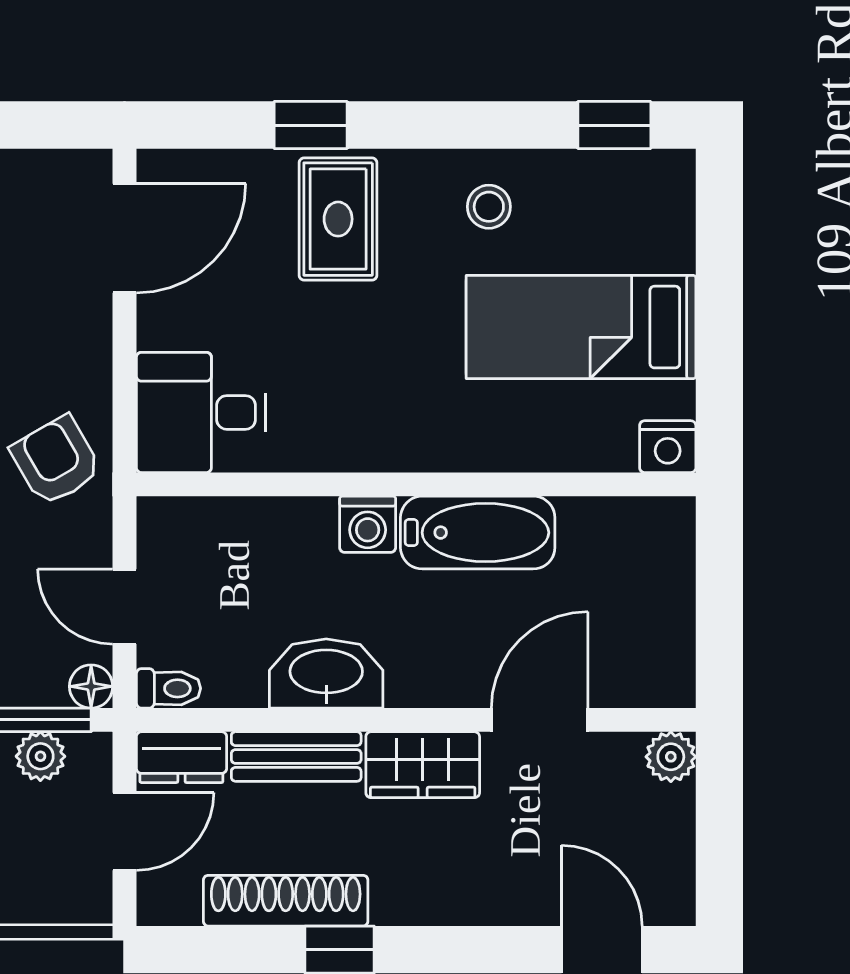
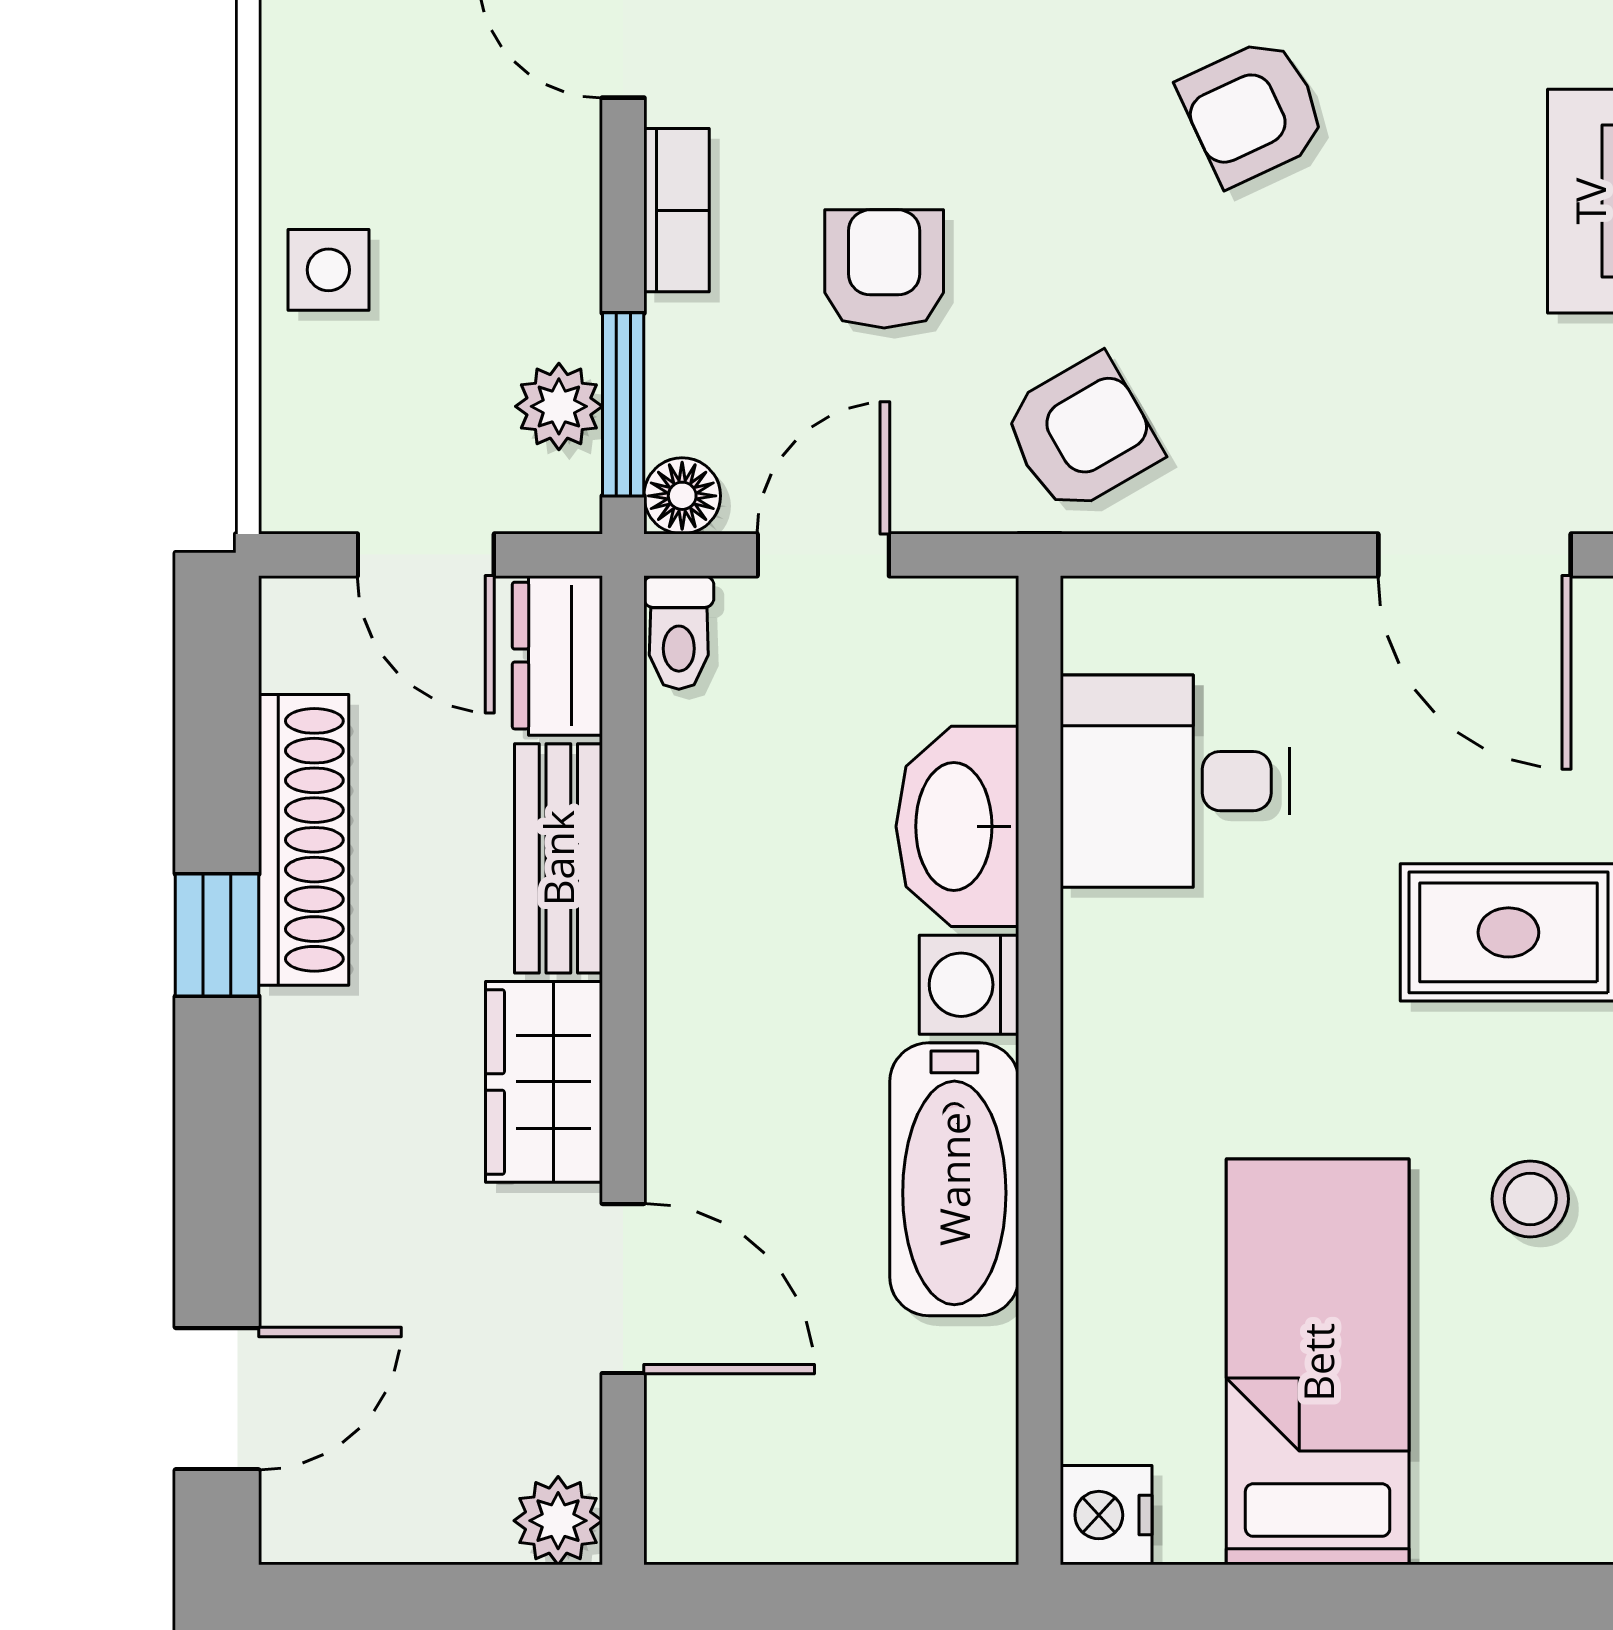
desk: (201, 412) -> (1175, 781), moved, turned -90
washbasin: (326, 673) -> (957, 826), moved, turned 180

